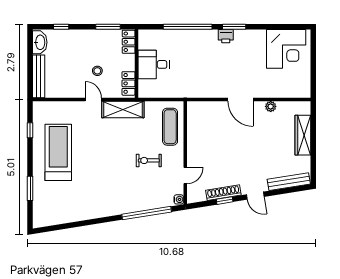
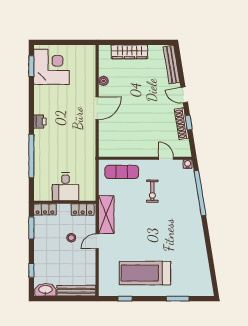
window: (234, 27) -> (31, 66), moved
door: (255, 196) -> (184, 95), swing flipped

